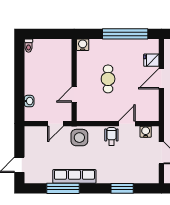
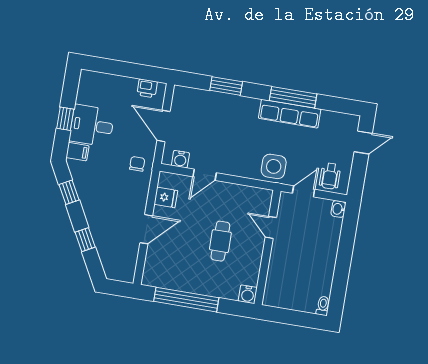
fridge: (151, 60) -> (166, 197), moved
door: (74, 94) -> (271, 227), swing flipped
washbasin: (29, 101) -> (338, 209), moved
wheelchair: (111, 136) -> (330, 176), moved
window: (63, 188) -> (293, 97), moved

